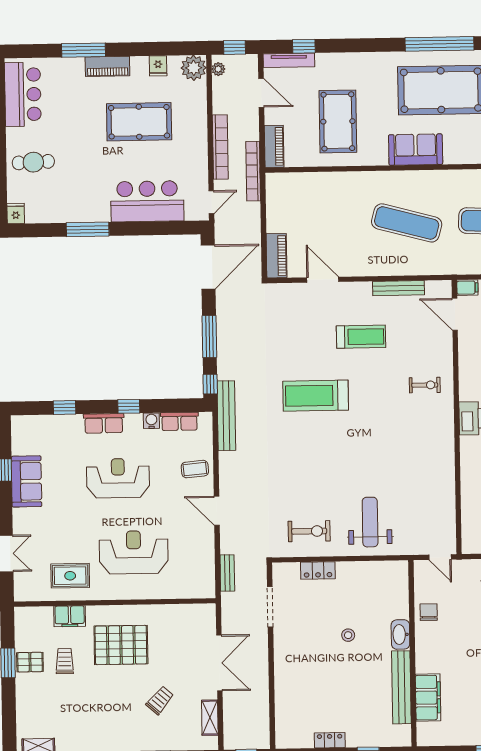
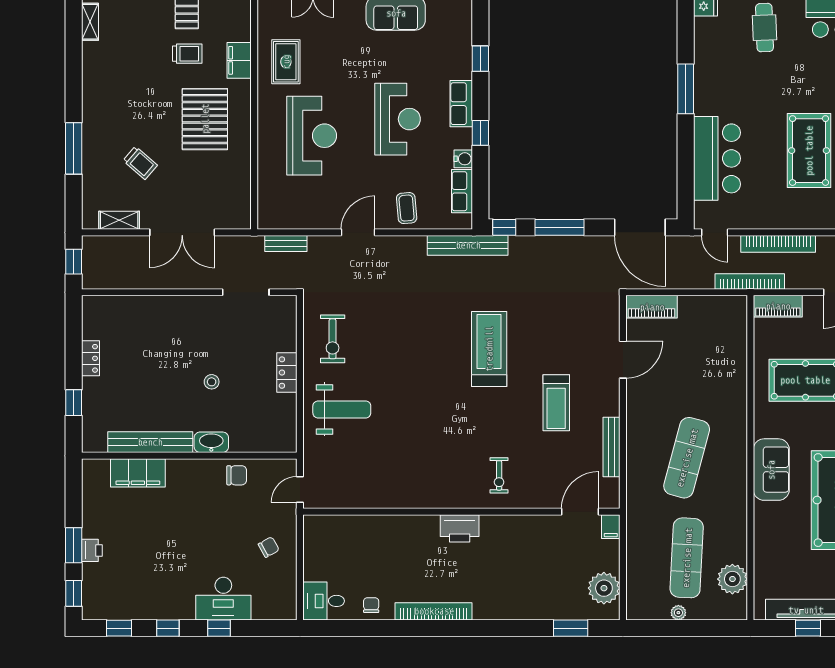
locker: (318, 570) -> (287, 373), moved

